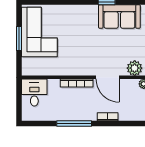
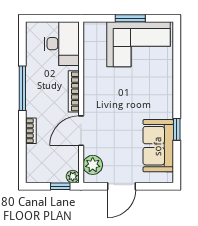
desk: (34, 92) -> (62, 44), width x1.37

